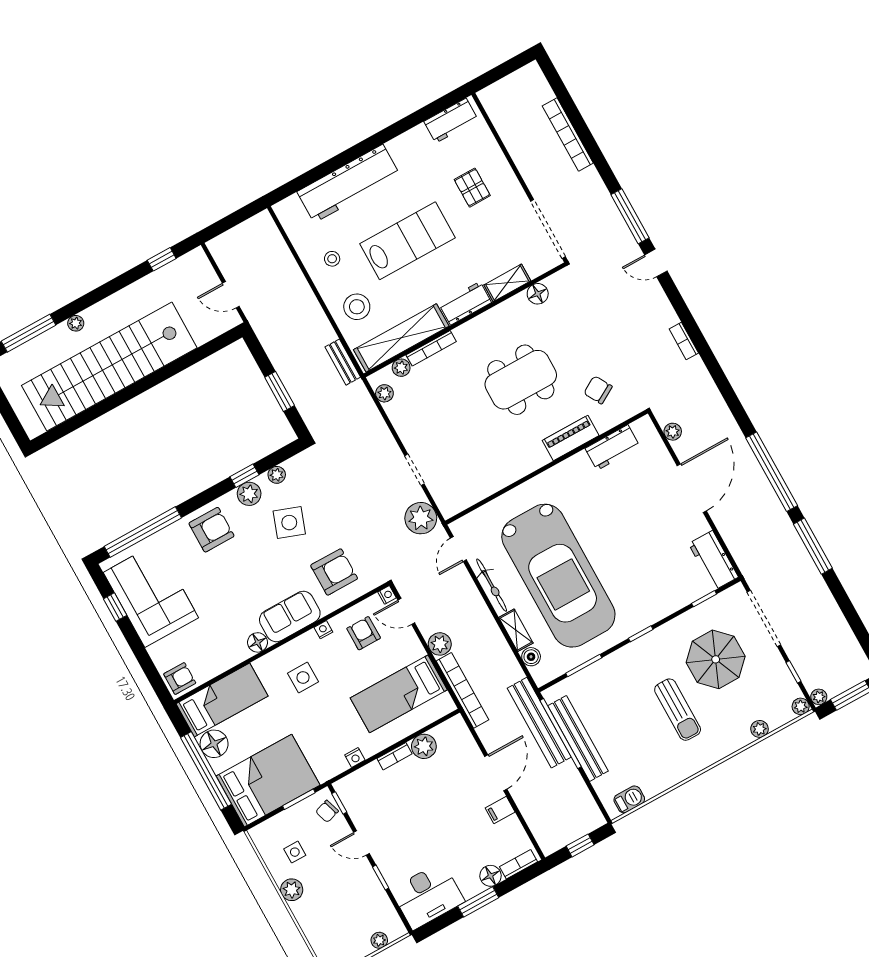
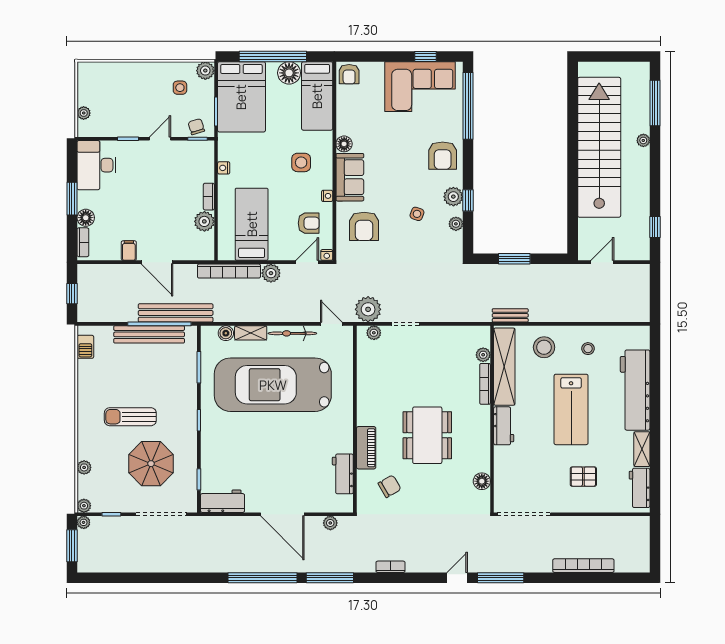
shelving: (507, 283) -> (642, 449), moved
plant: (384, 393) -> (374, 333), moved
side table: (289, 523) -> (417, 214), width x0.54, depth x0.54
window: (813, 546) -> (330, 578), moved
plant: (292, 890) -> (205, 71), moved

